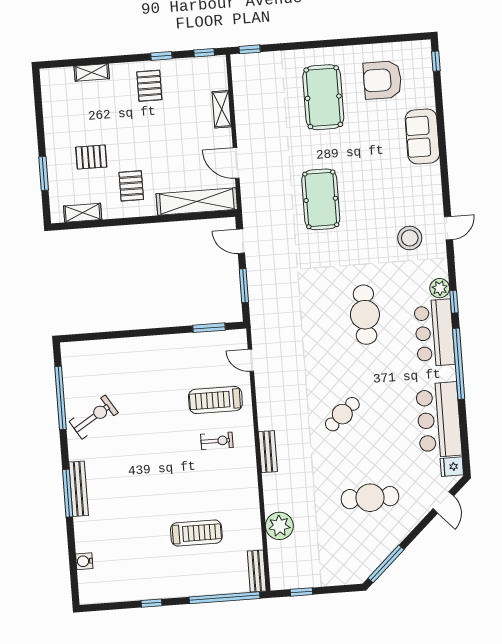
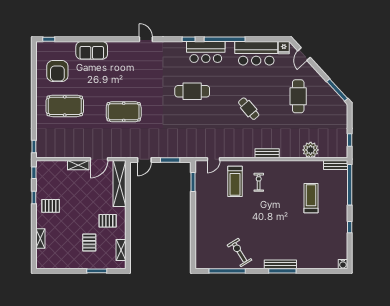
shelving: (222, 109) -> (78, 165), moved
stool: (410, 238) -> (150, 62), removed
plant: (440, 288) -> (180, 47), removed
door: (443, 502) -> (304, 54), swing flipped
water cooler: (84, 561) -> (343, 264), moved

